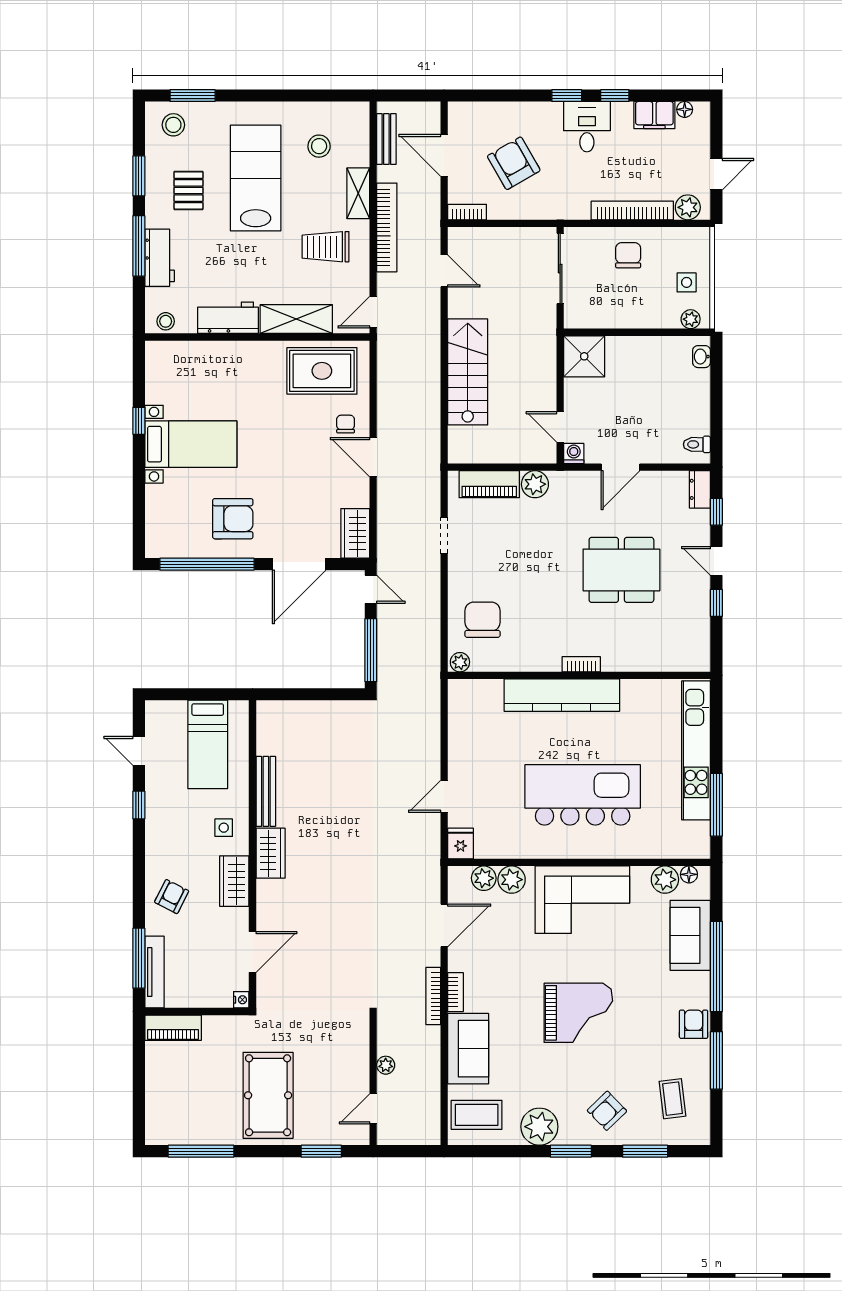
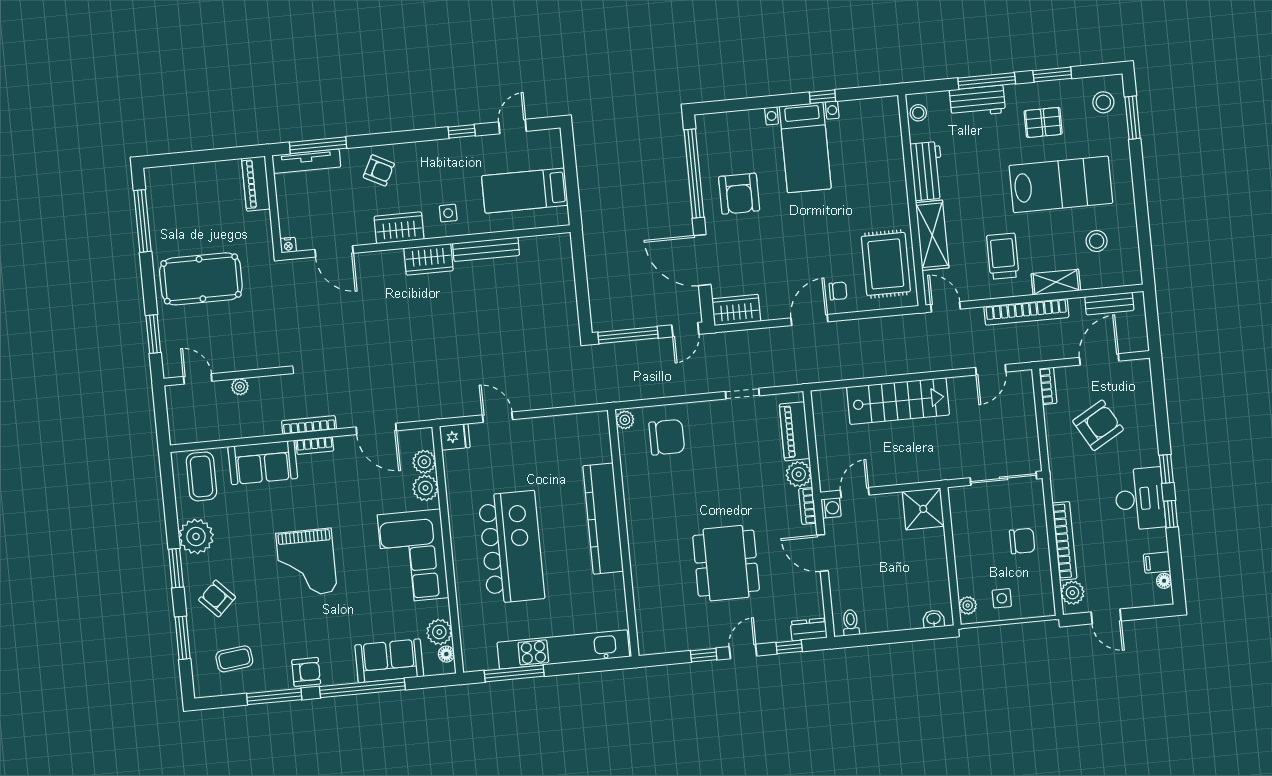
filing cabinet: (654, 115) -> (1157, 563), width x0.50
desk: (587, 127) -> (1140, 499), width x1.37
bookcase: (581, 664) -> (807, 506), moved, turned 180

